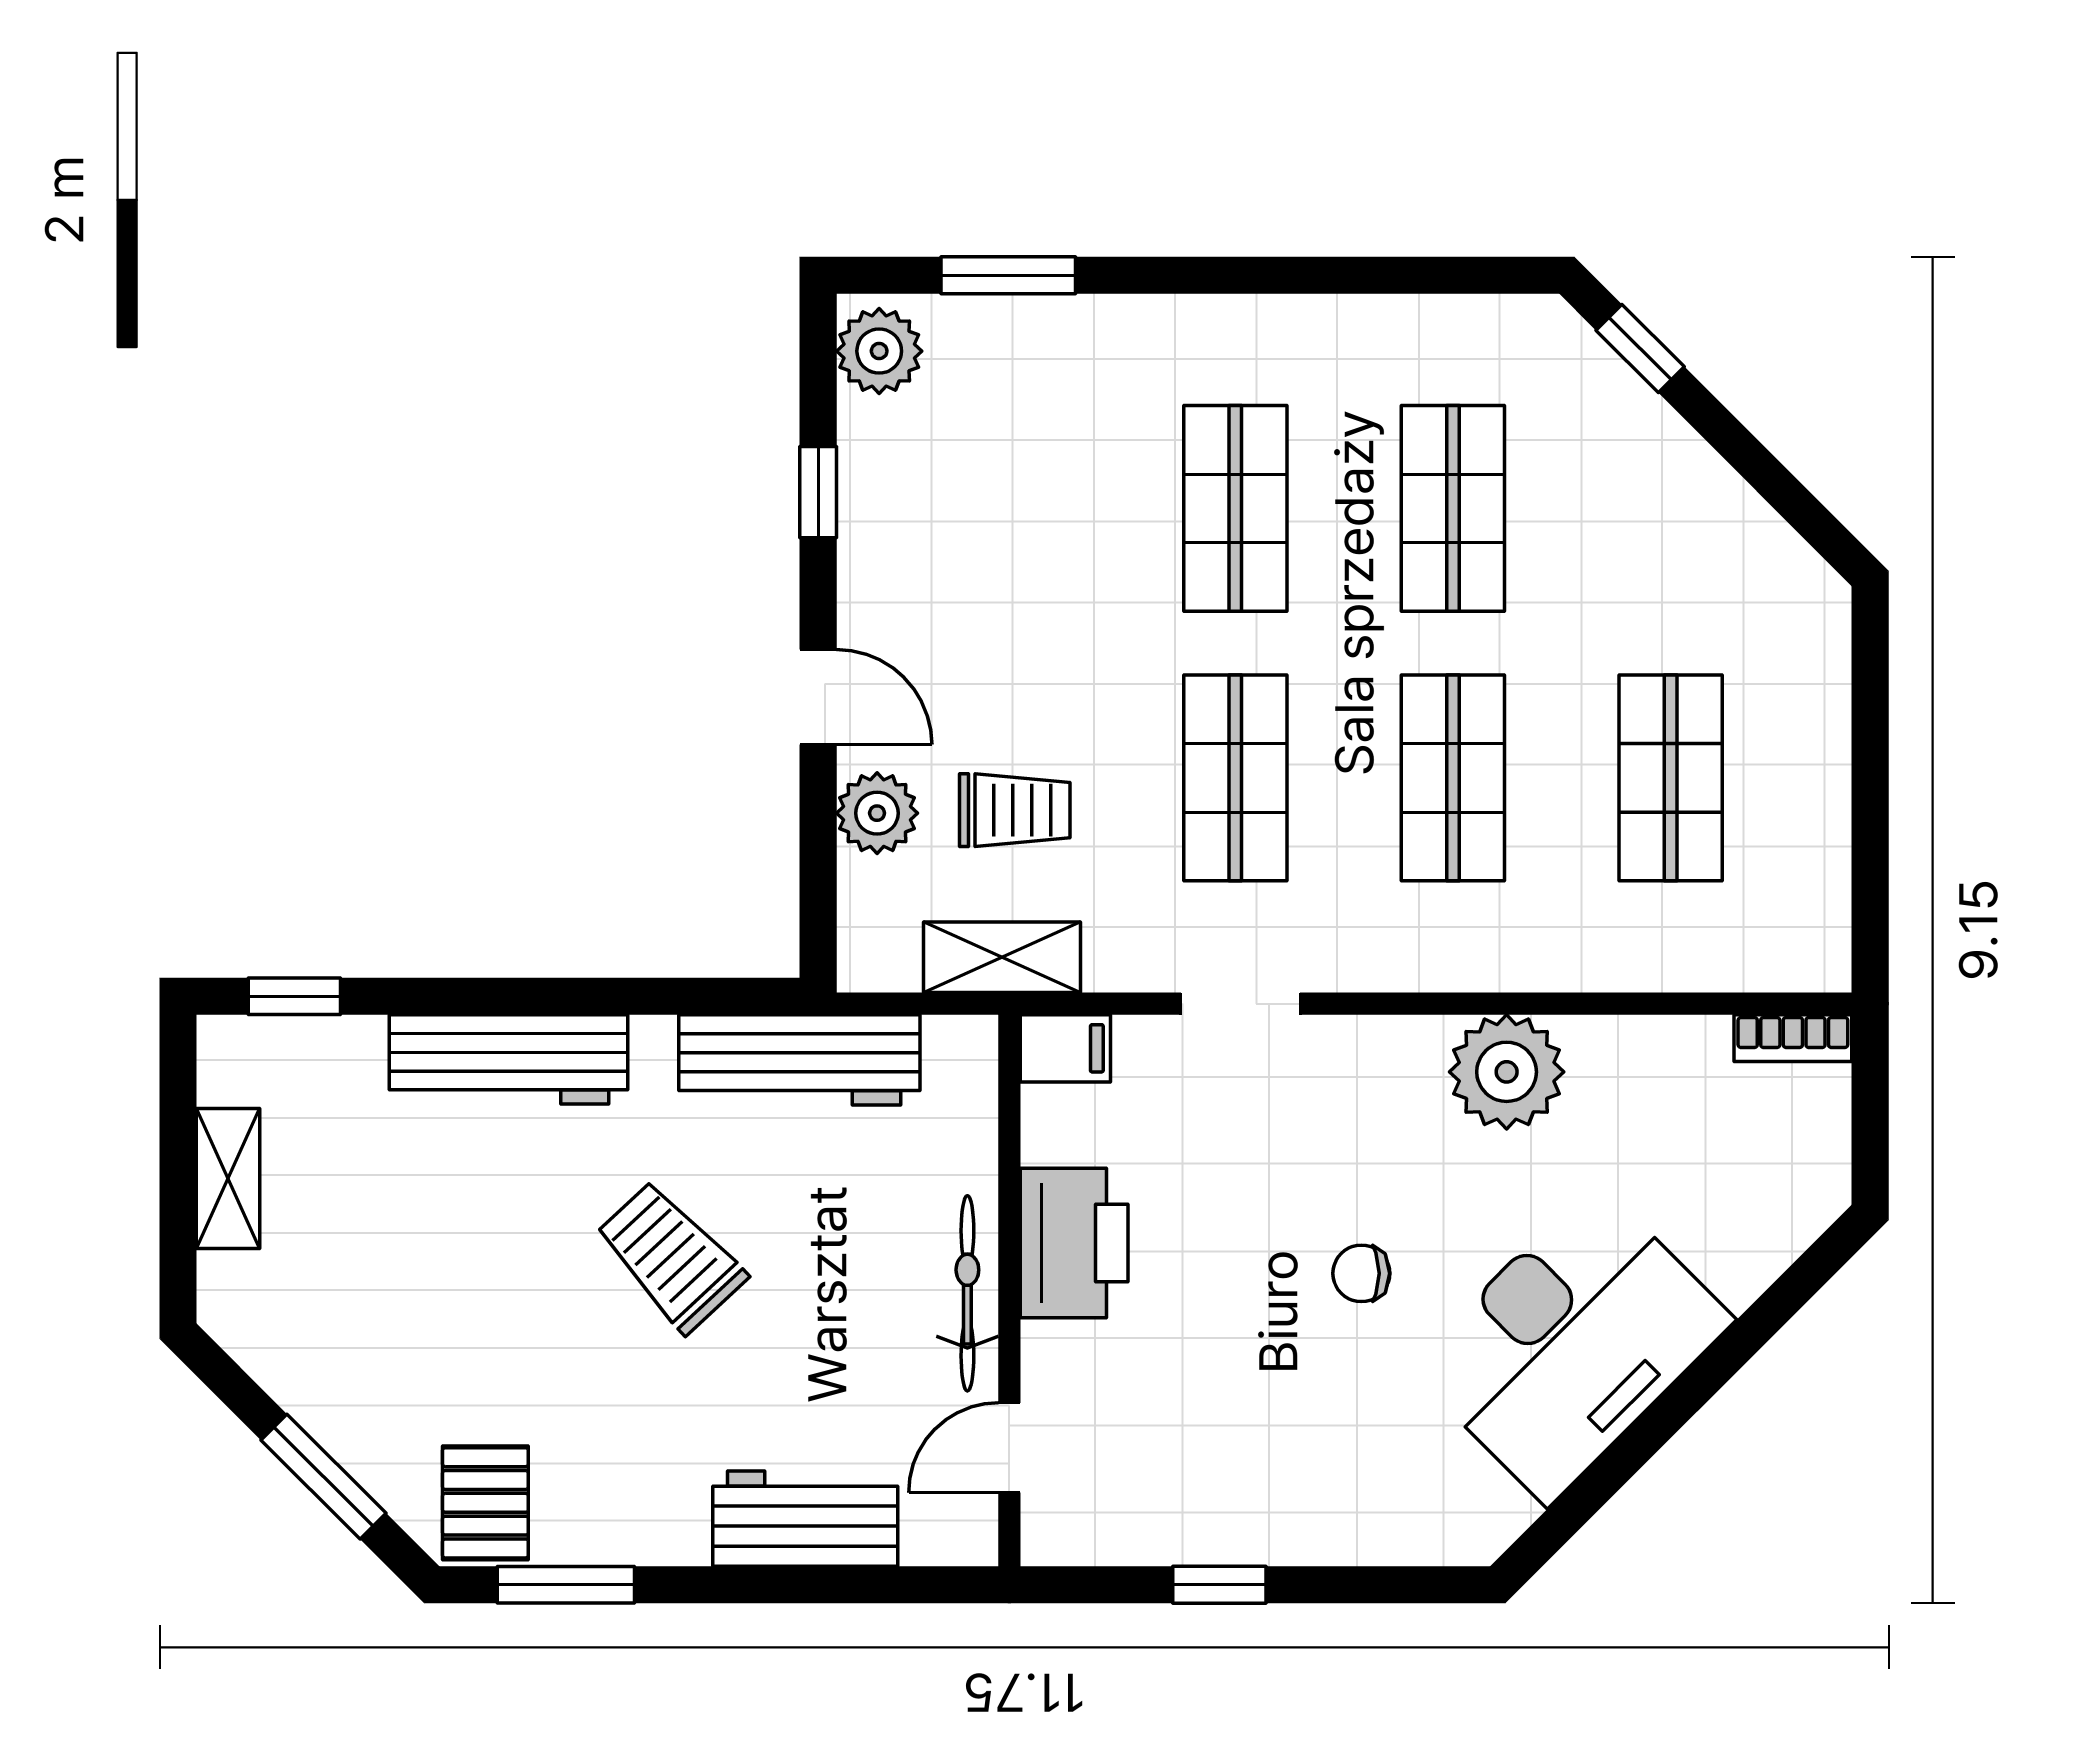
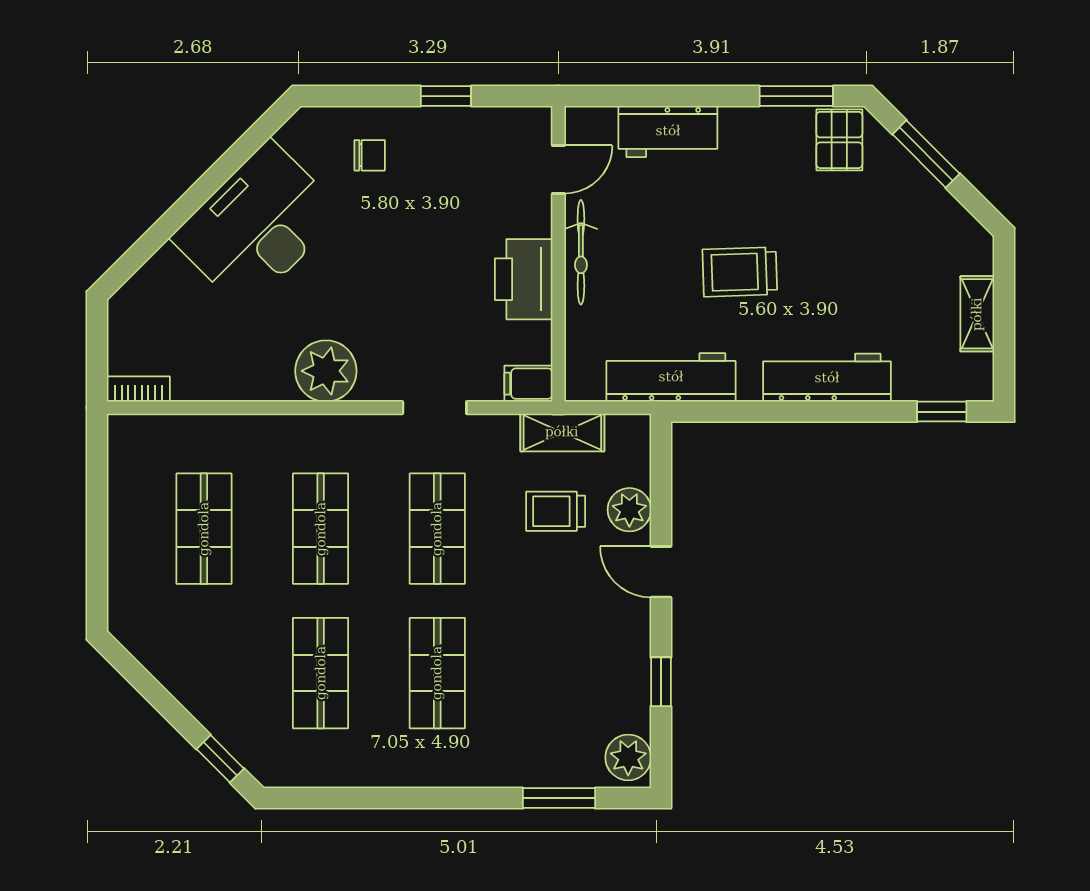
plant: (1507, 1072) -> (326, 371), moved
trolley: (671, 1257) -> (740, 272), turned 131
chair: (1361, 1273) -> (370, 155), moved

